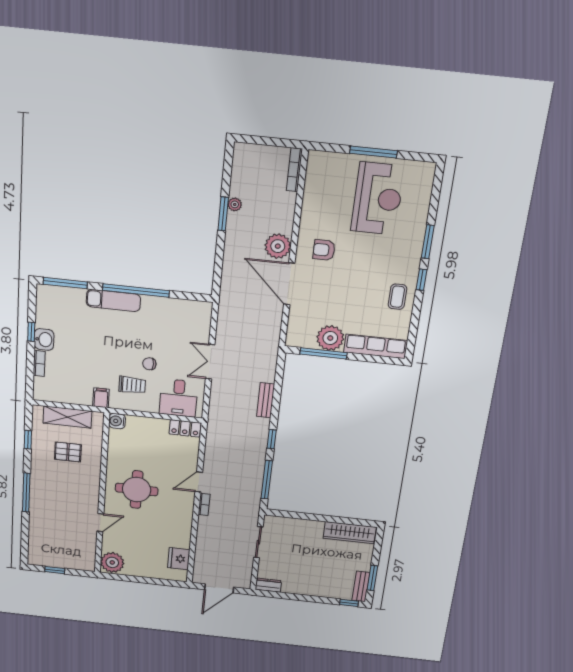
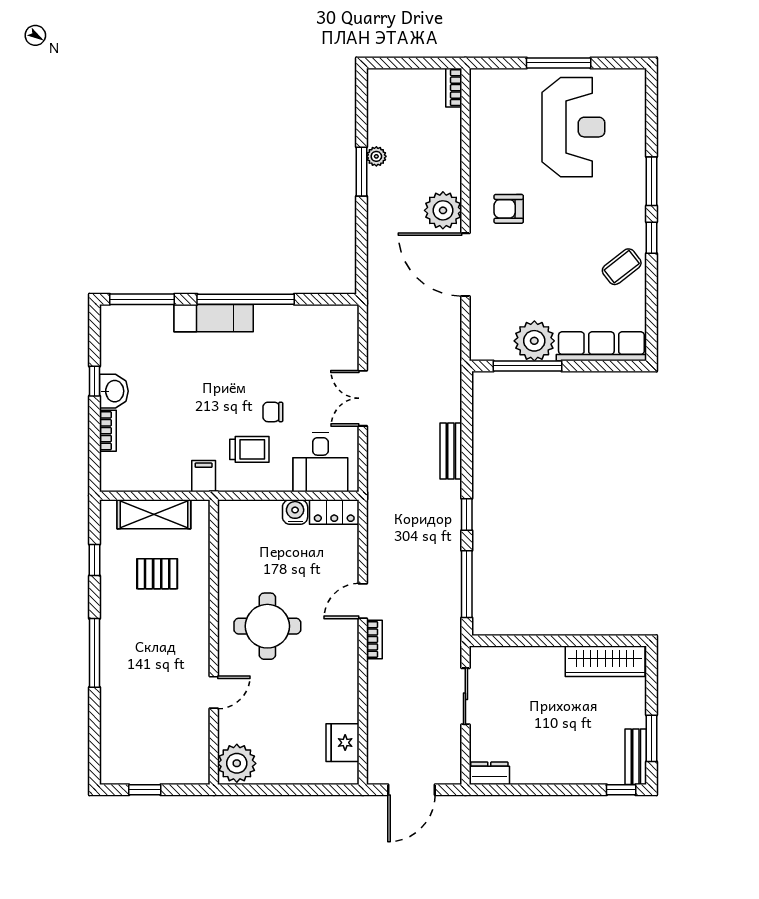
bookcase: (294, 170) -> (454, 88), width x0.64
coffee table: (397, 297) -> (622, 267), turned 52
water cooler: (117, 421) -> (295, 512), moved, turned 90

